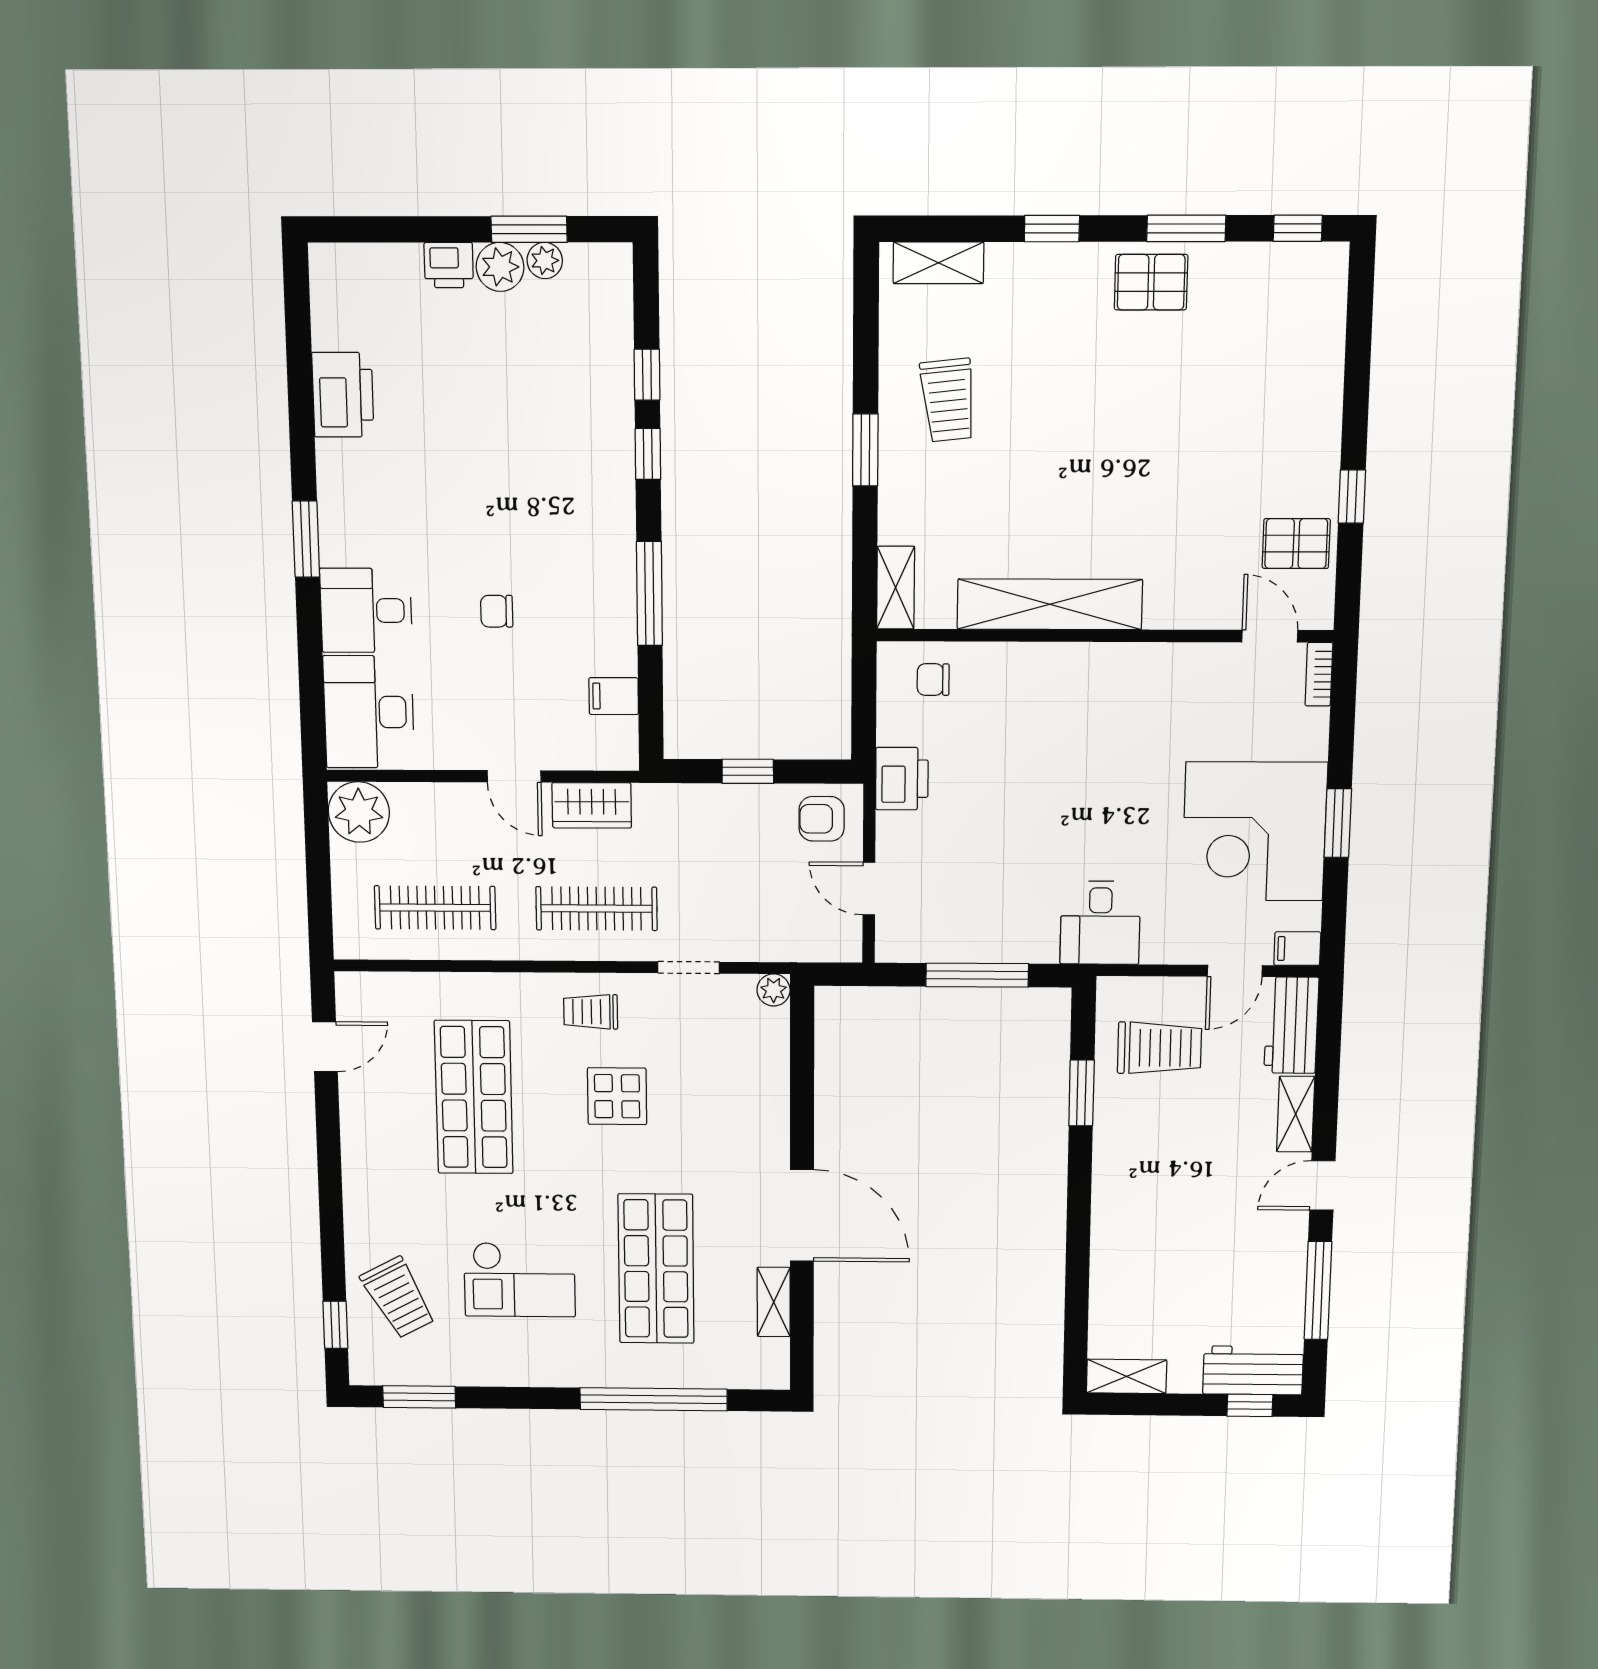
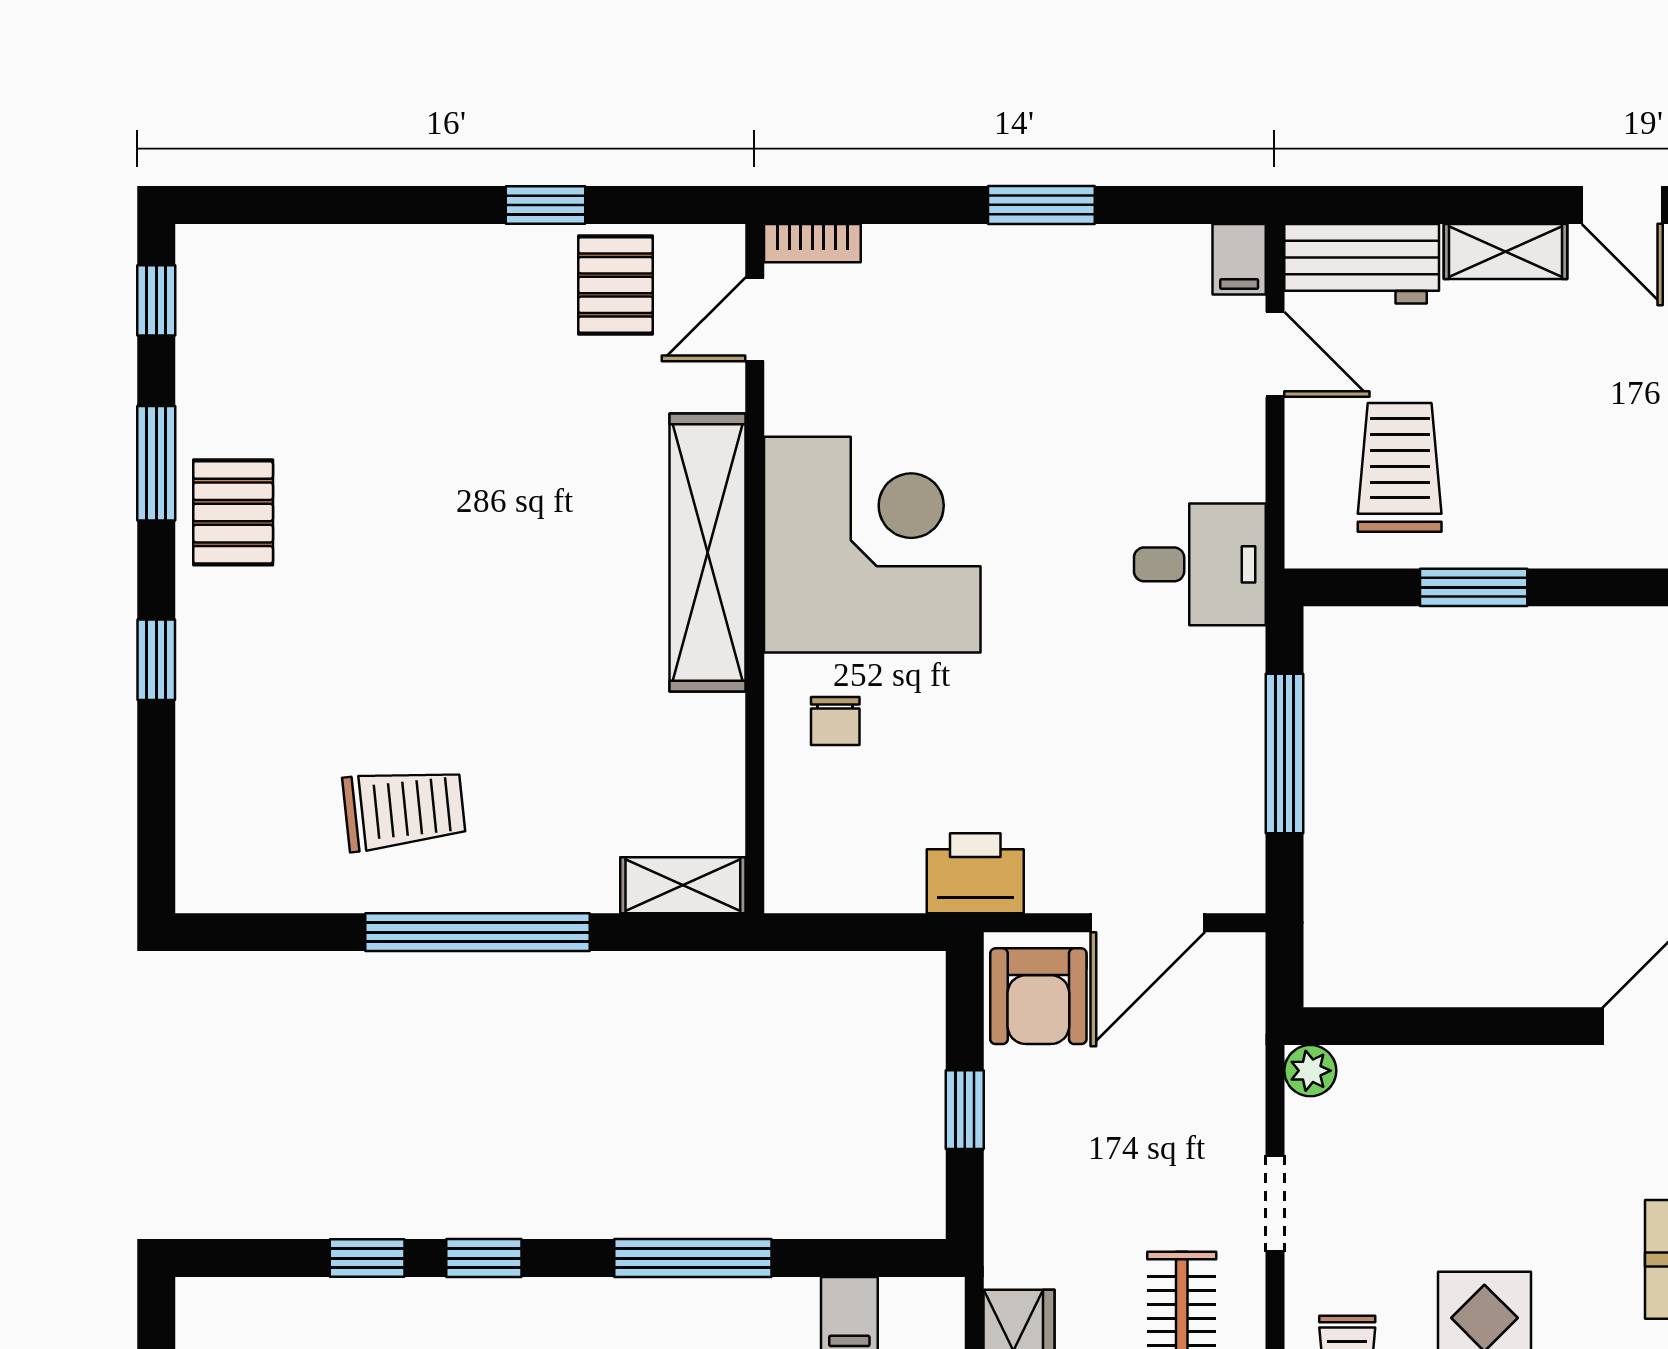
shelving: (938, 263) -> (205, 826), removed
window: (865, 450) -> (478, 932), width x2.11
shelving: (1050, 604) -> (707, 553), moved
chair: (933, 680) -> (835, 721), moved
armchair: (822, 819) -> (1038, 996), width x1.38, depth x1.38
corner desk: (1254, 831) -> (872, 545), moved, turned -90
door: (869, 889) -> (1148, 923), width x1.38

